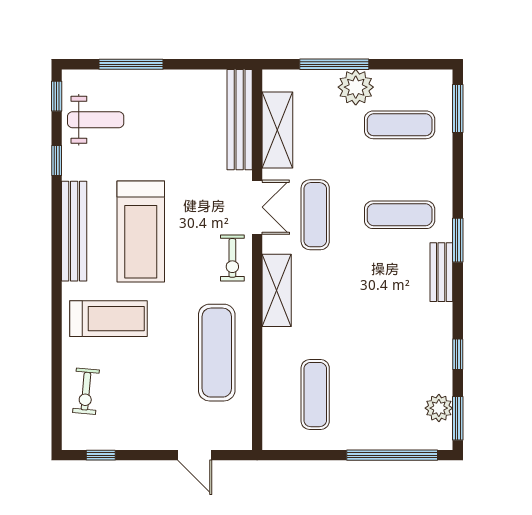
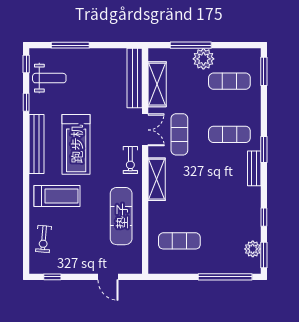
exercise mat: (315, 395) -> (179, 241), turned 90

